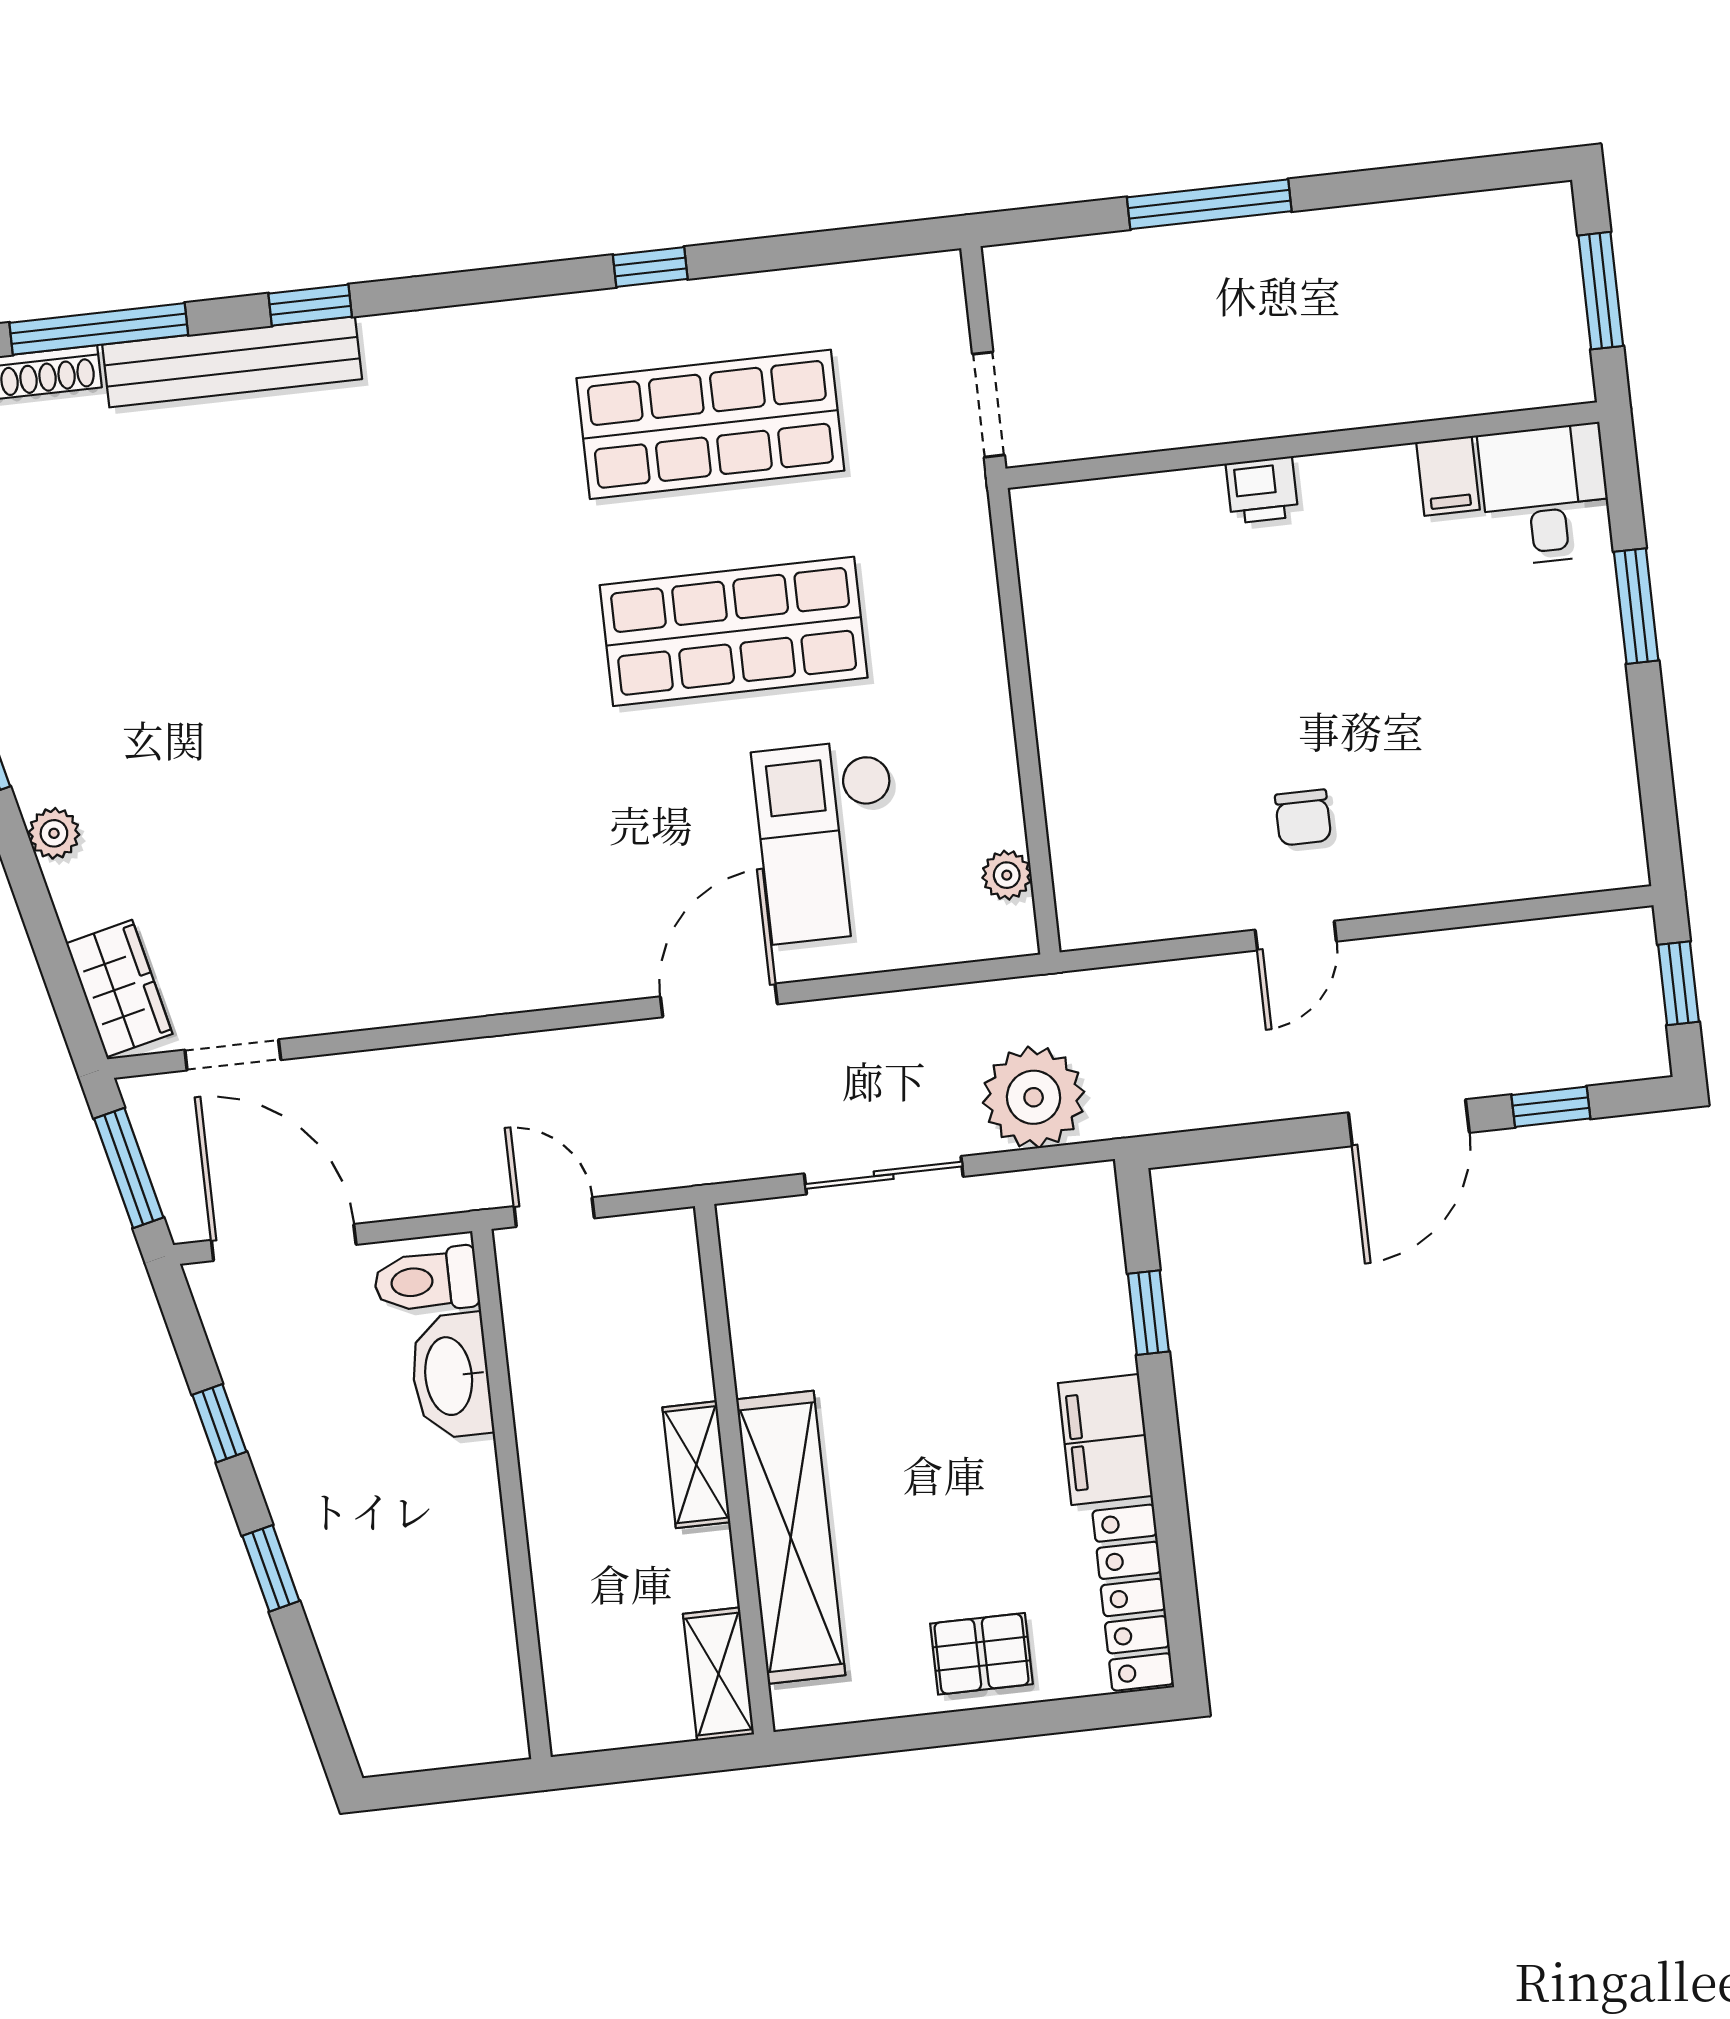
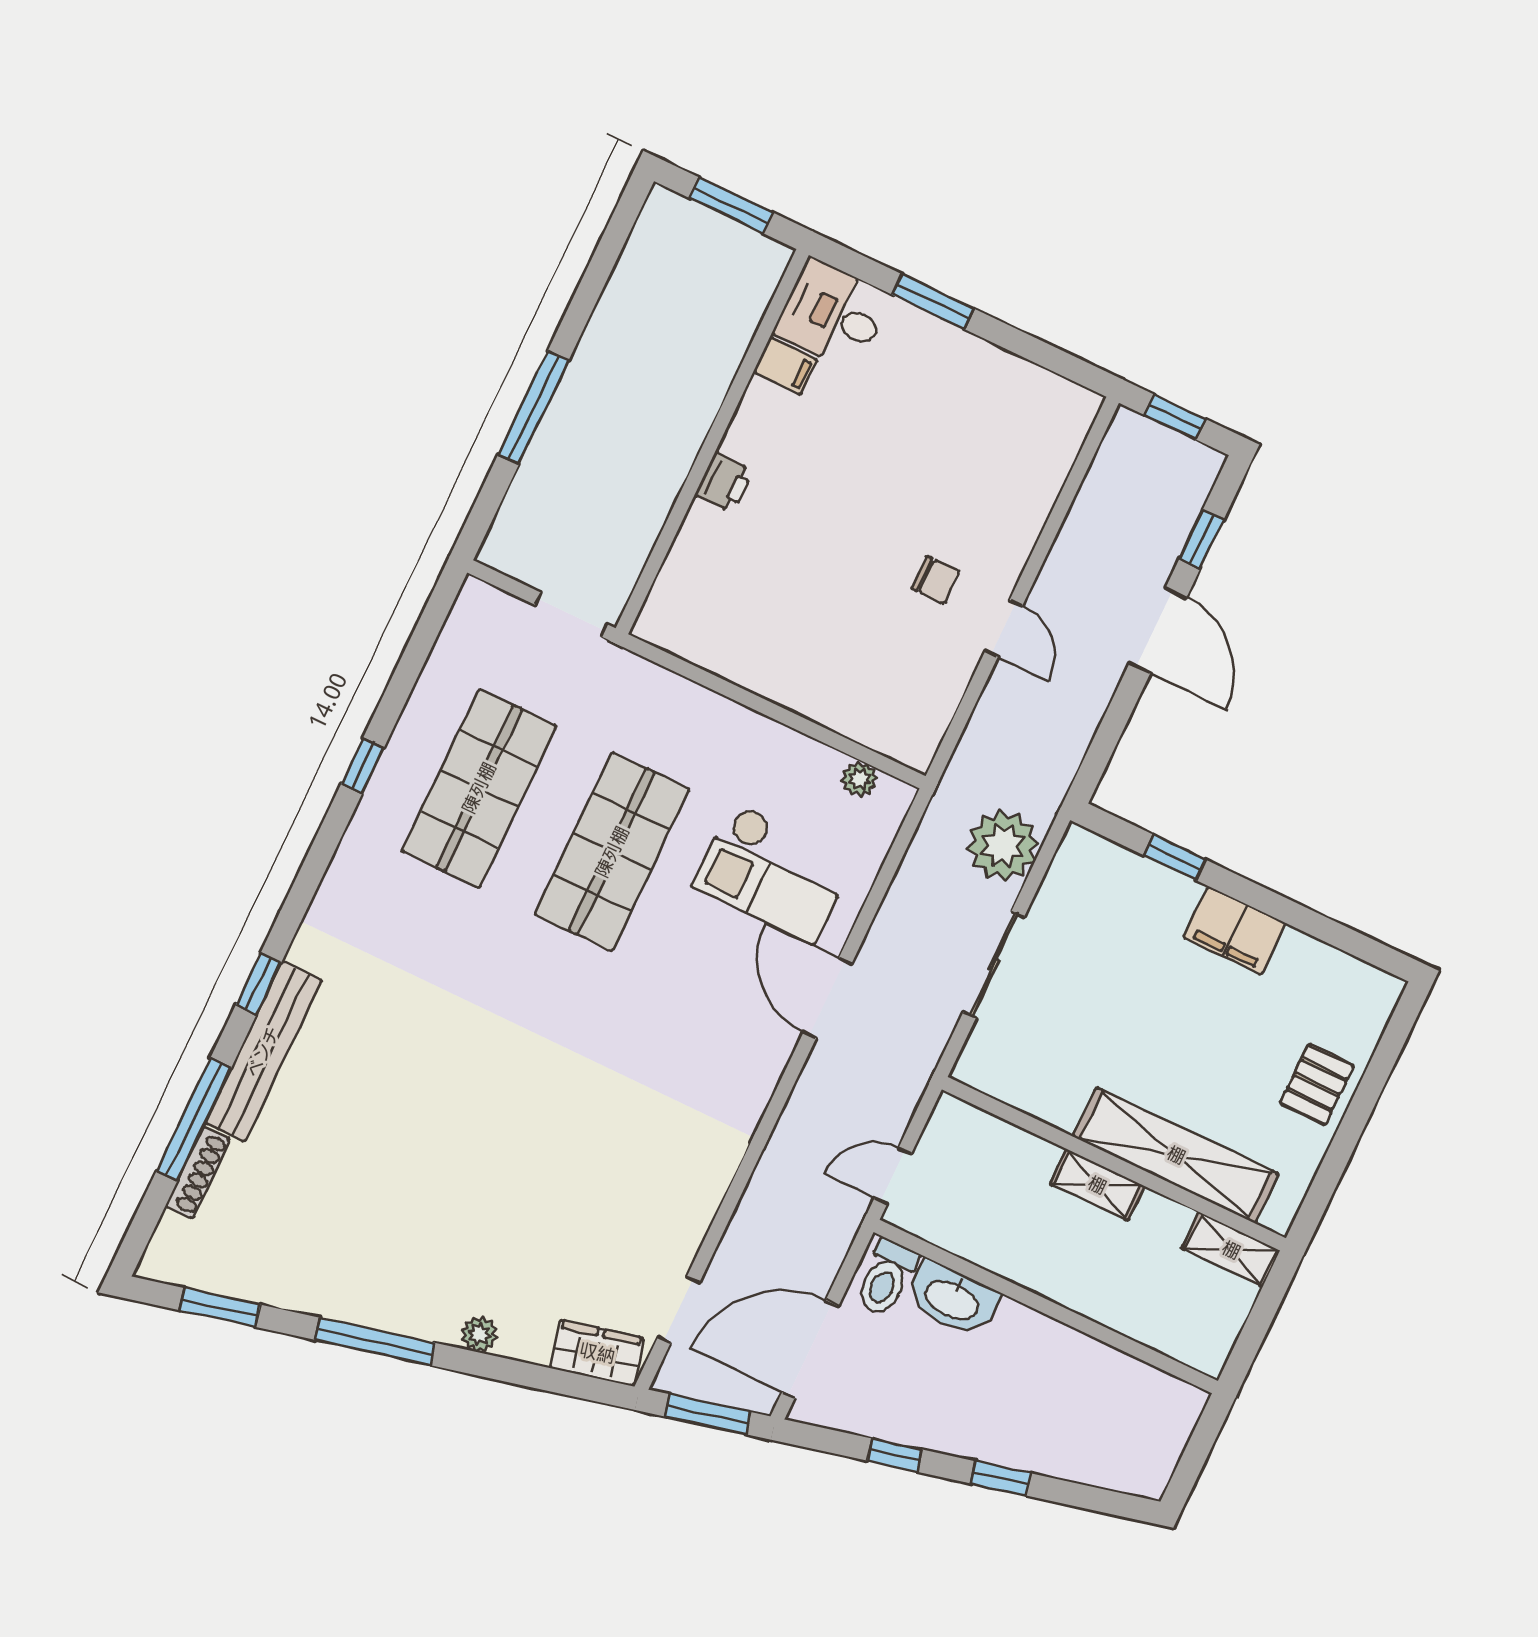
locker: (1133, 1598) -> (1340, 973), removed

